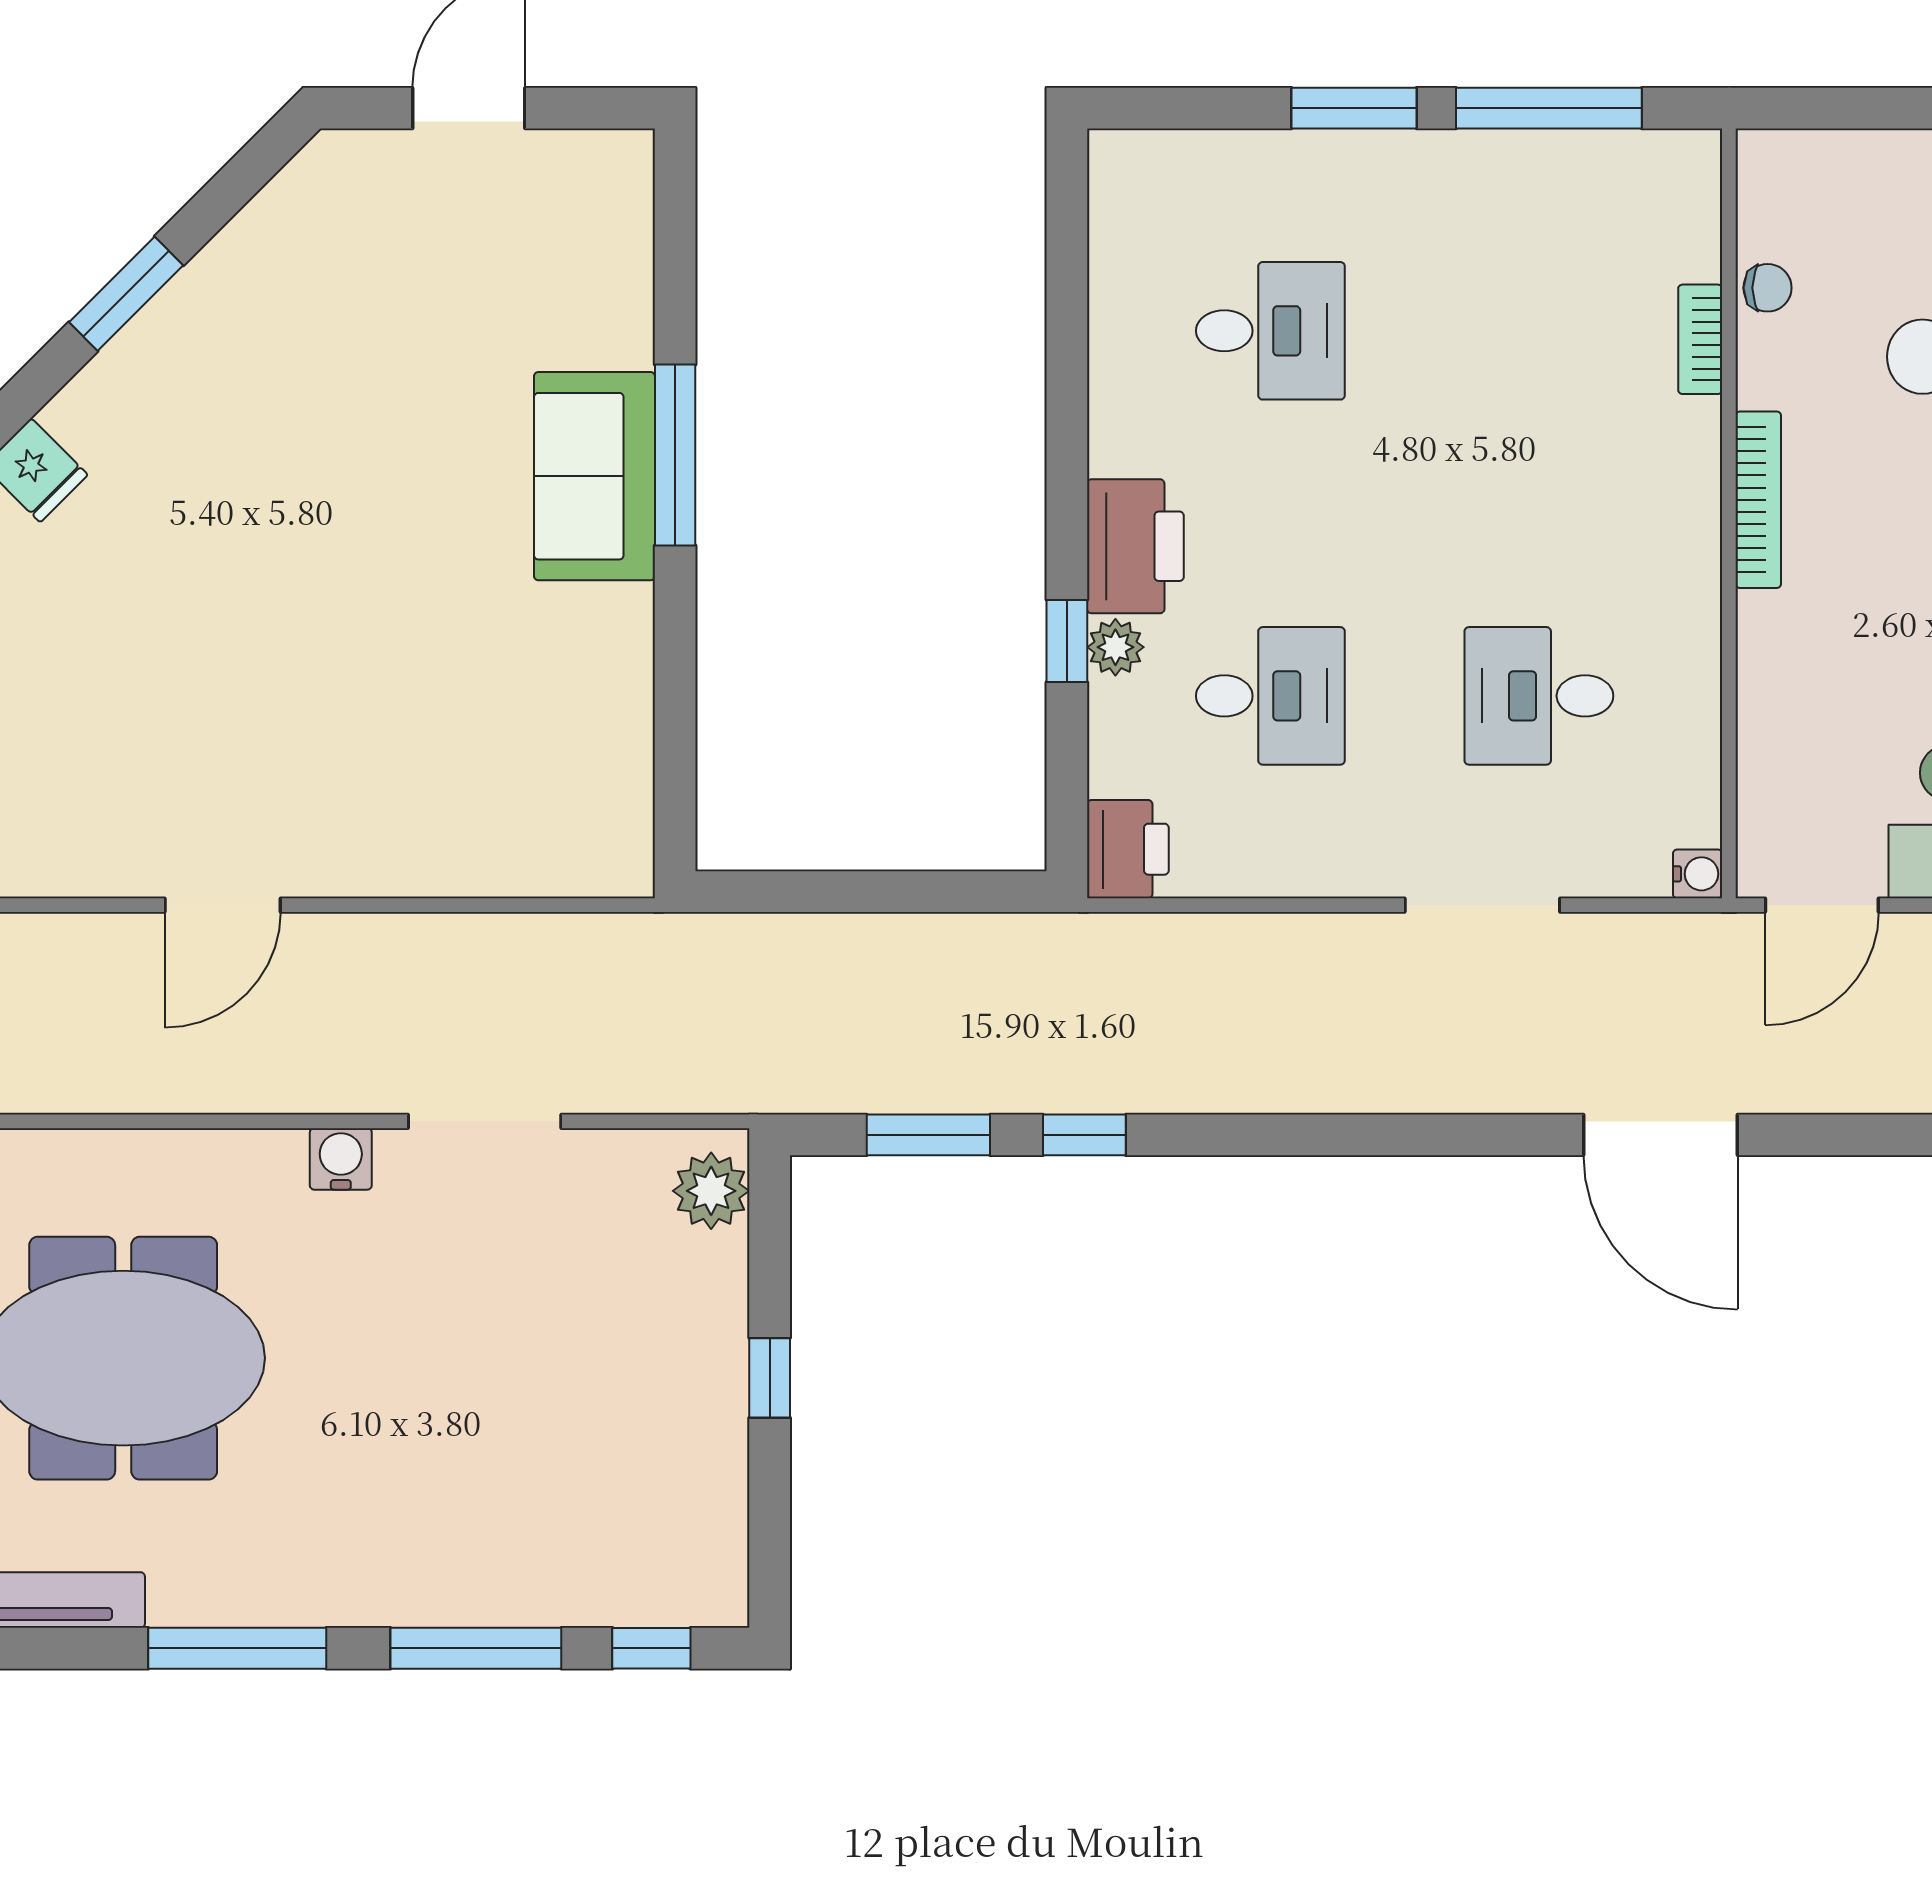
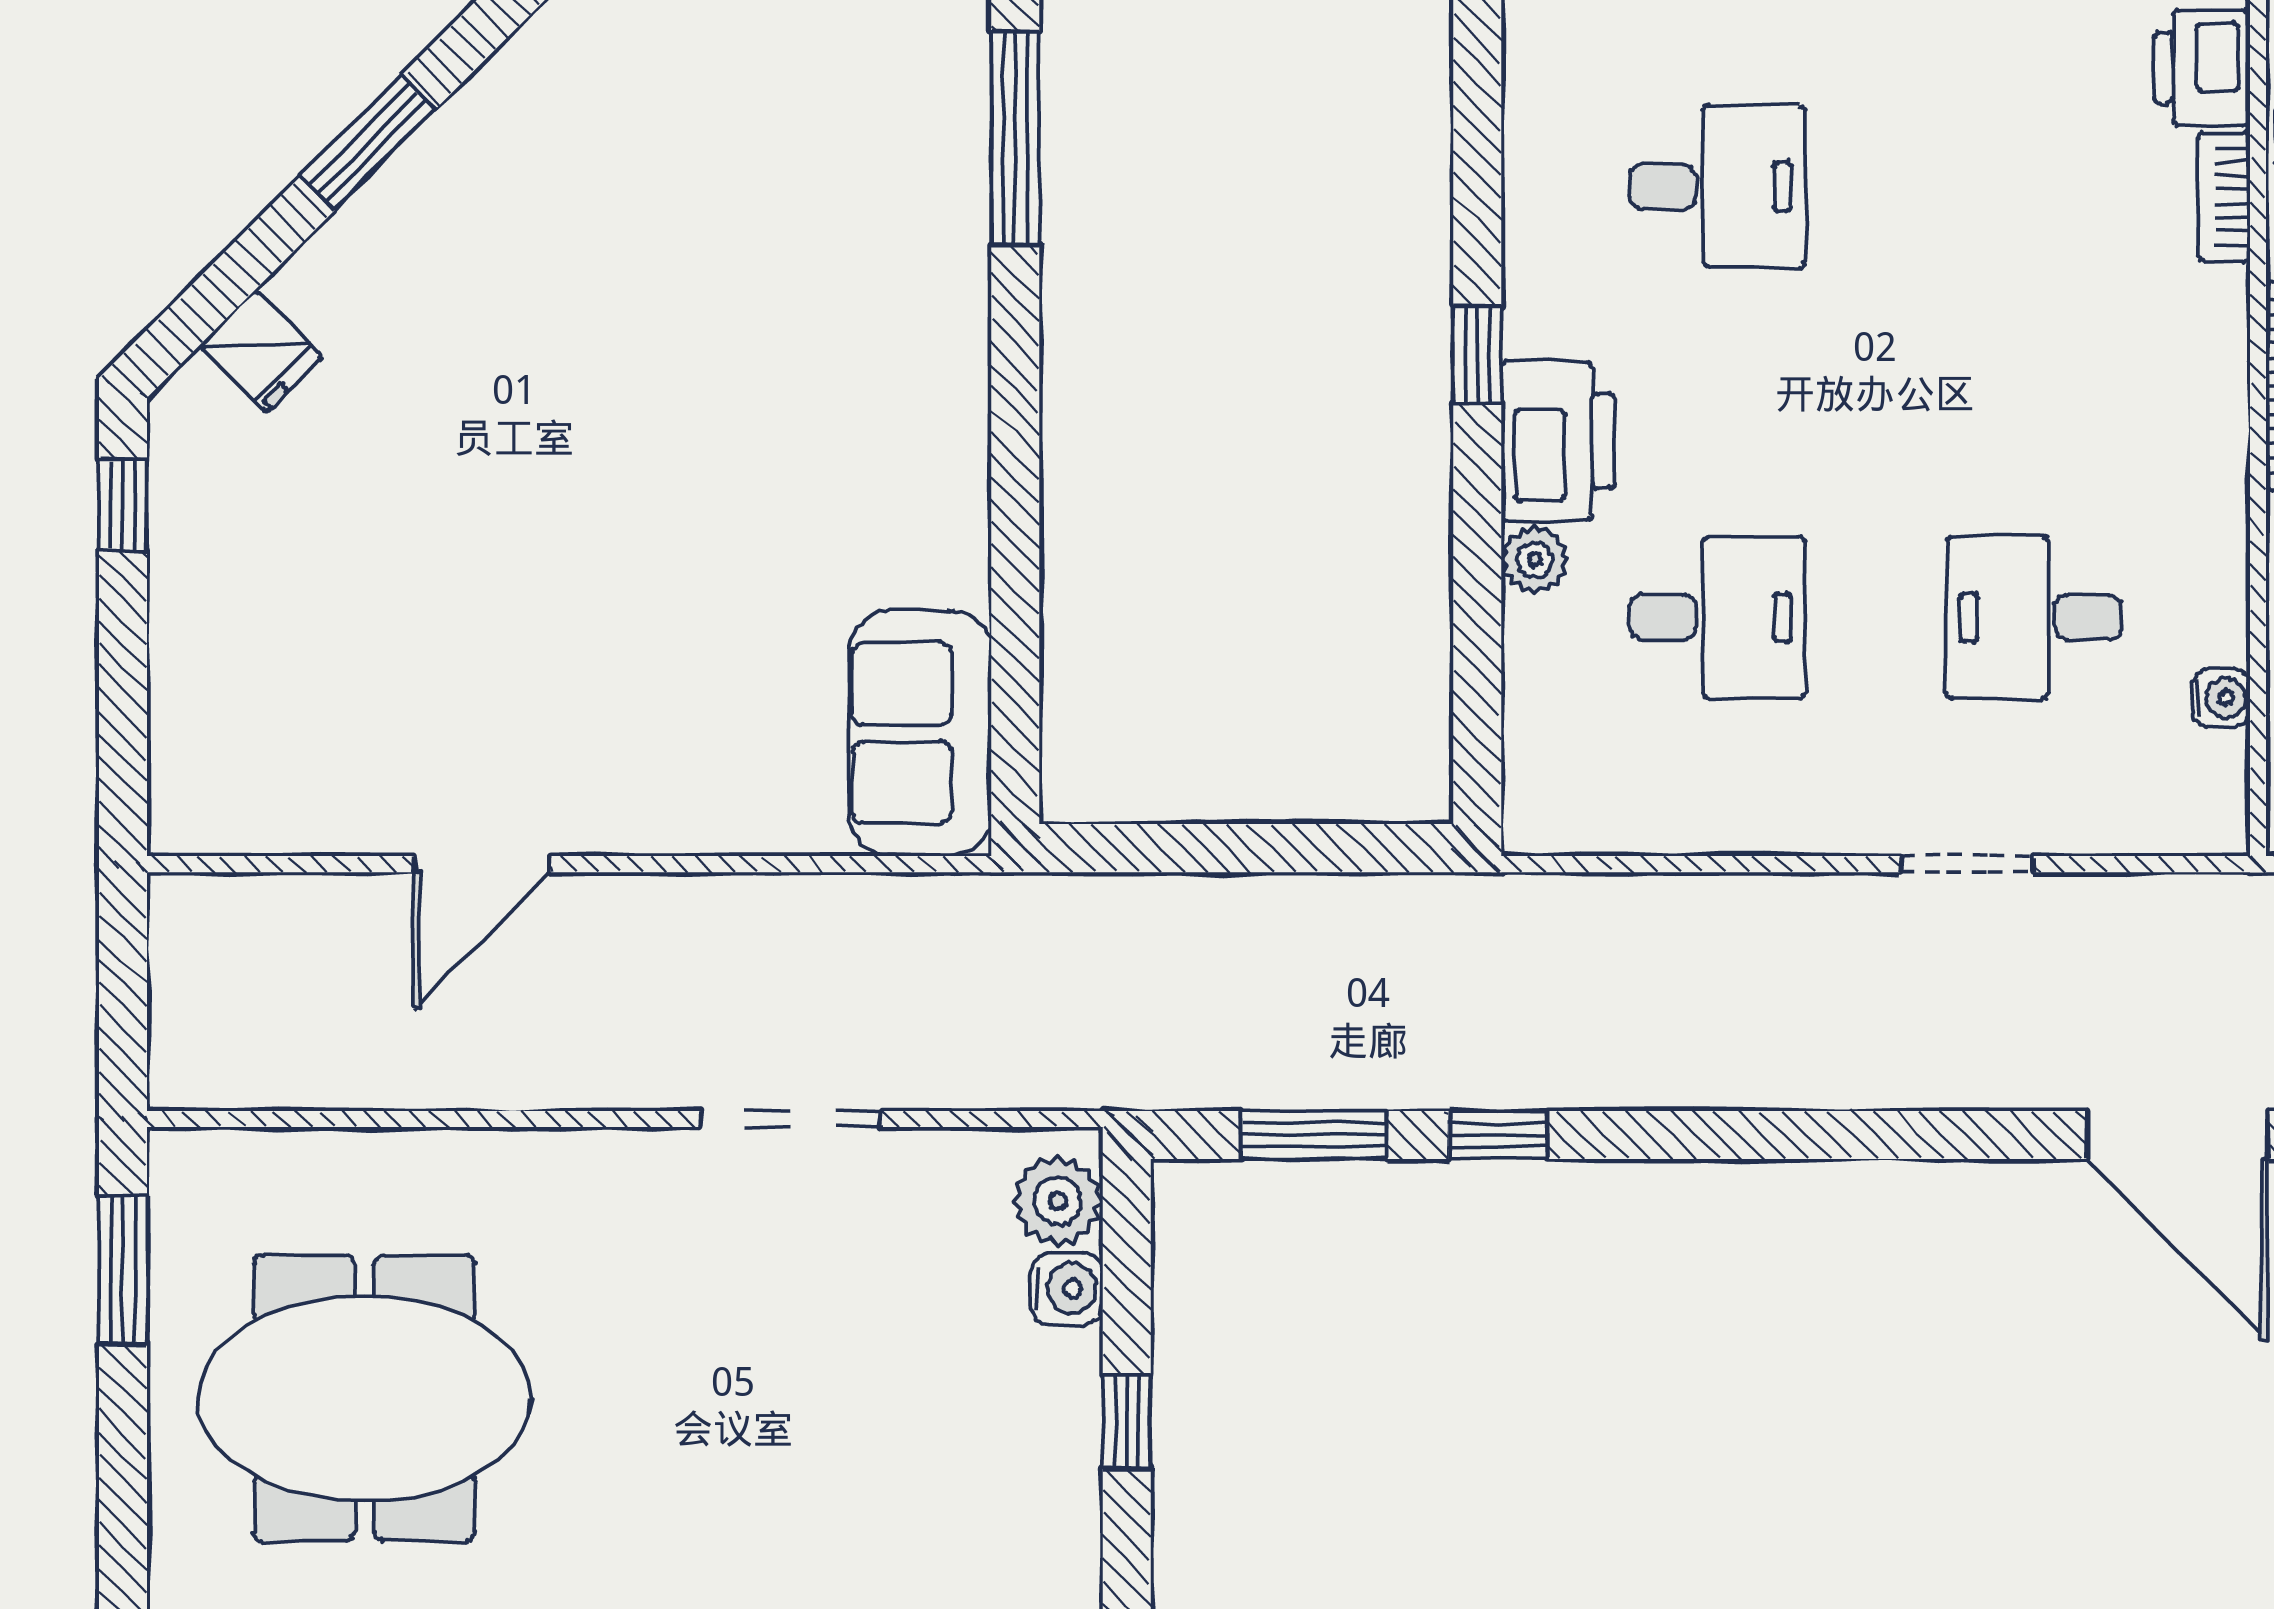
window: (675, 455) -> (1015, 138), moved
sofa: (594, 476) -> (920, 733), moved
window: (1067, 641) -> (1477, 355), moved
printer: (1128, 849) -> (2202, 68), moved, turned 180
water cooler: (1698, 874) -> (2221, 698), moved
doorway: (1482, 905) -> (1967, 864), width x0.73
water cooler: (341, 1159) -> (1066, 1289), moved, turned 90

